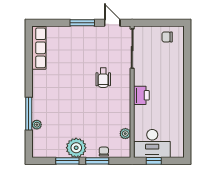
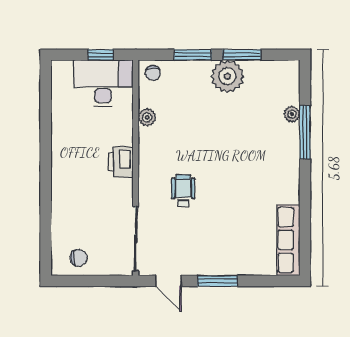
plant: (125, 134) -> (147, 117), moved
chair: (104, 152) -> (153, 73), moved

